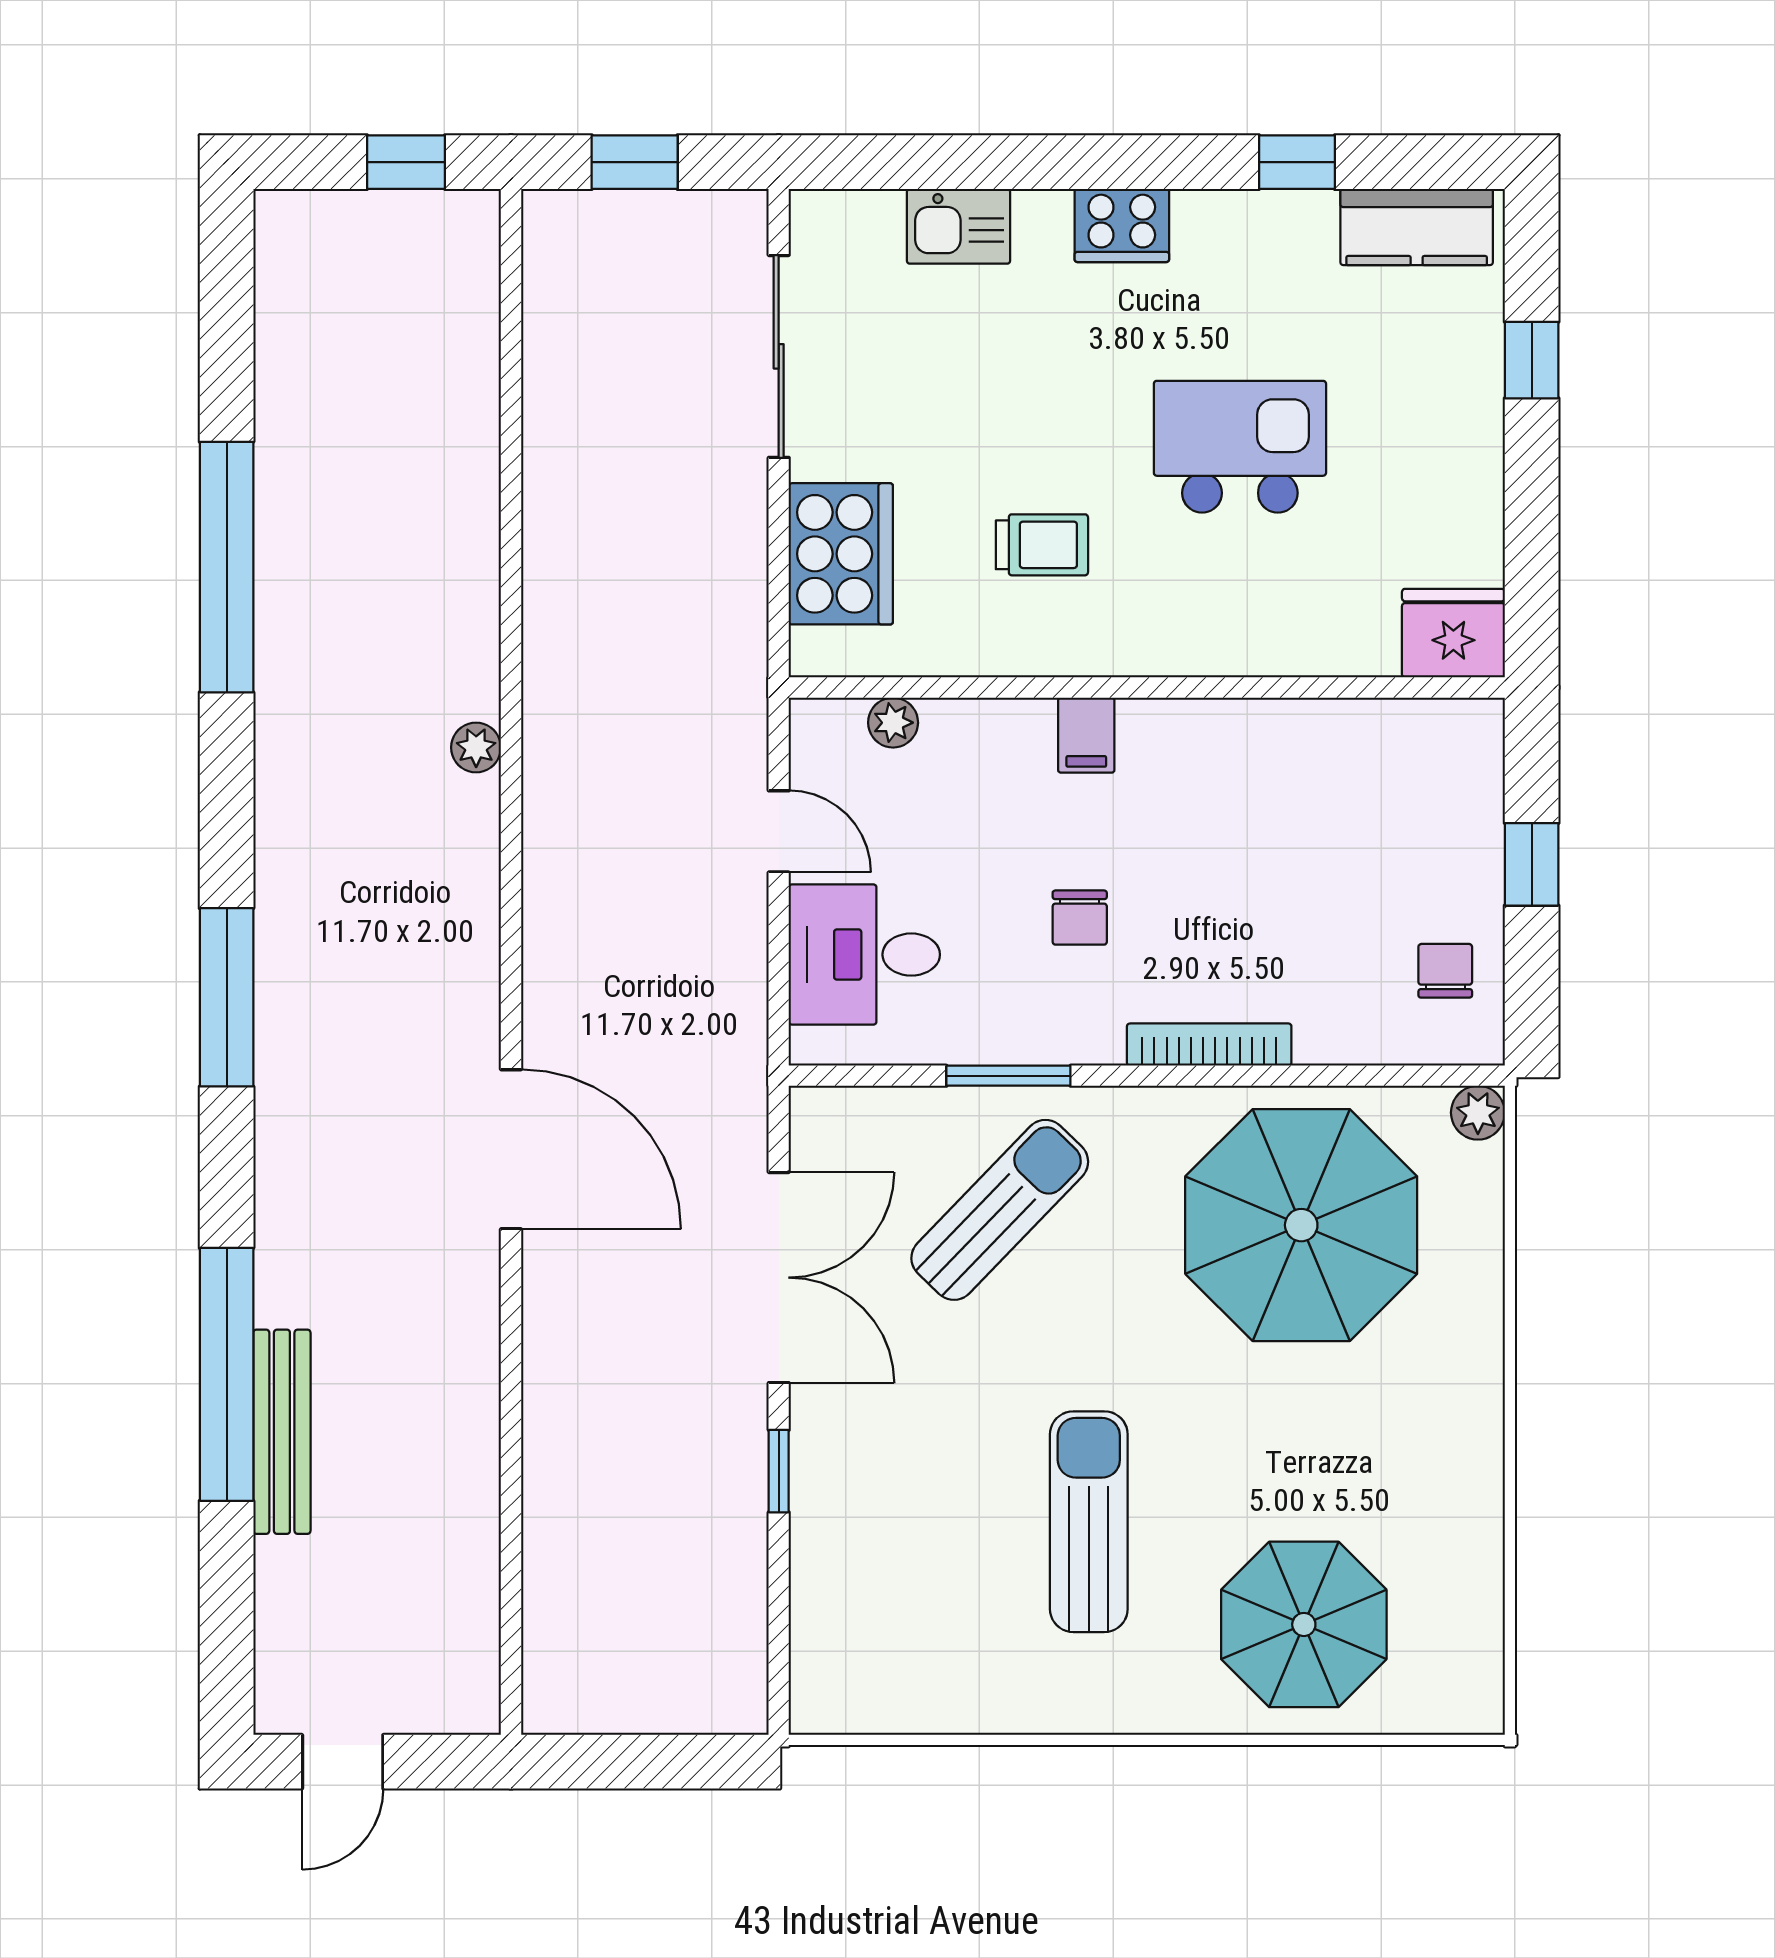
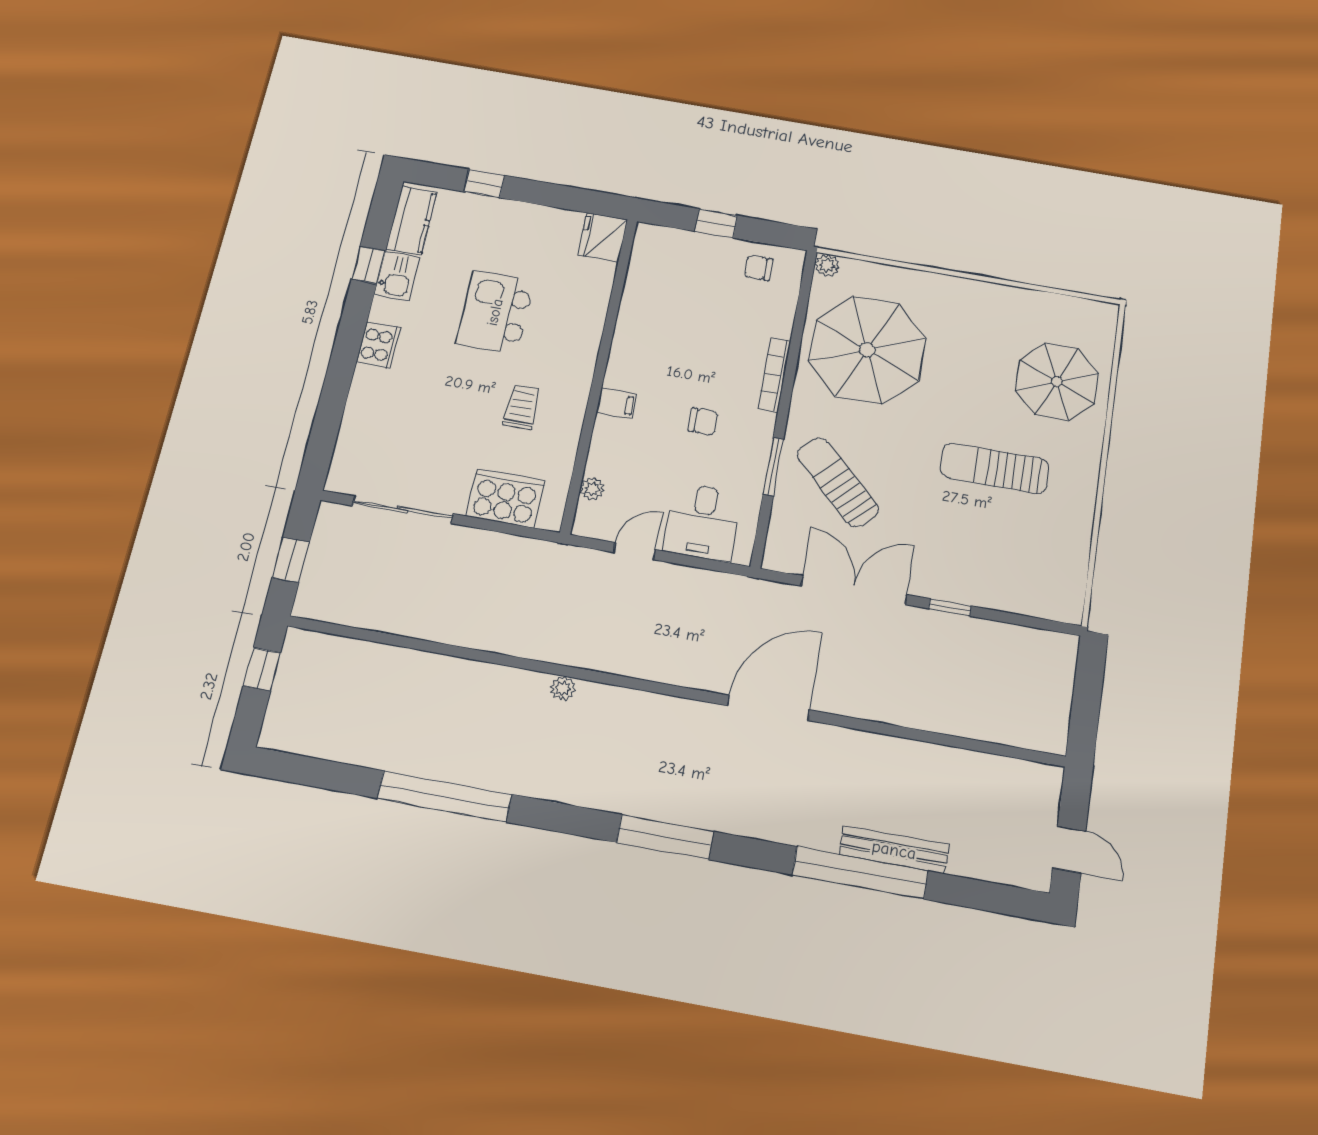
kitchen sink: (958, 226) -> (397, 276), moved

